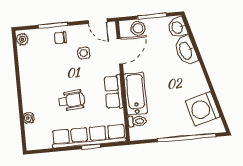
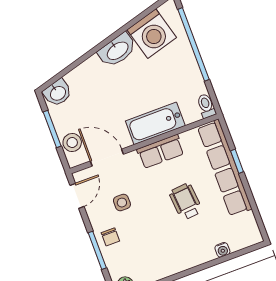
washbasin: (186, 51) -> (117, 50), moved
toilet: (137, 121) -> (206, 106), moved

